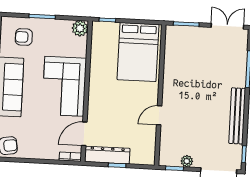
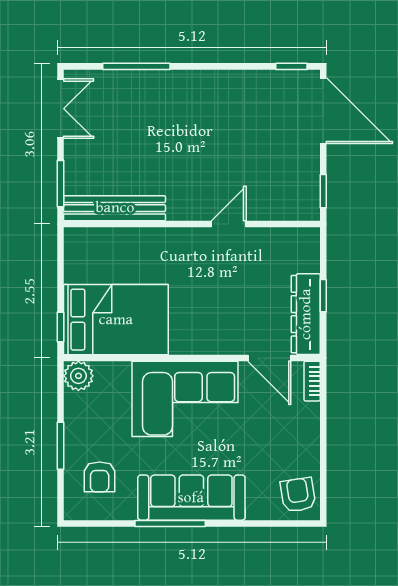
double door: (227, 26) -> (61, 109), swing flipped
bed: (138, 52) -> (116, 320), moved
door: (159, 115) -> (229, 224), swing flipped
bench: (237, 116) -> (115, 208), moved
plant: (187, 161) -> (309, 169), removed

